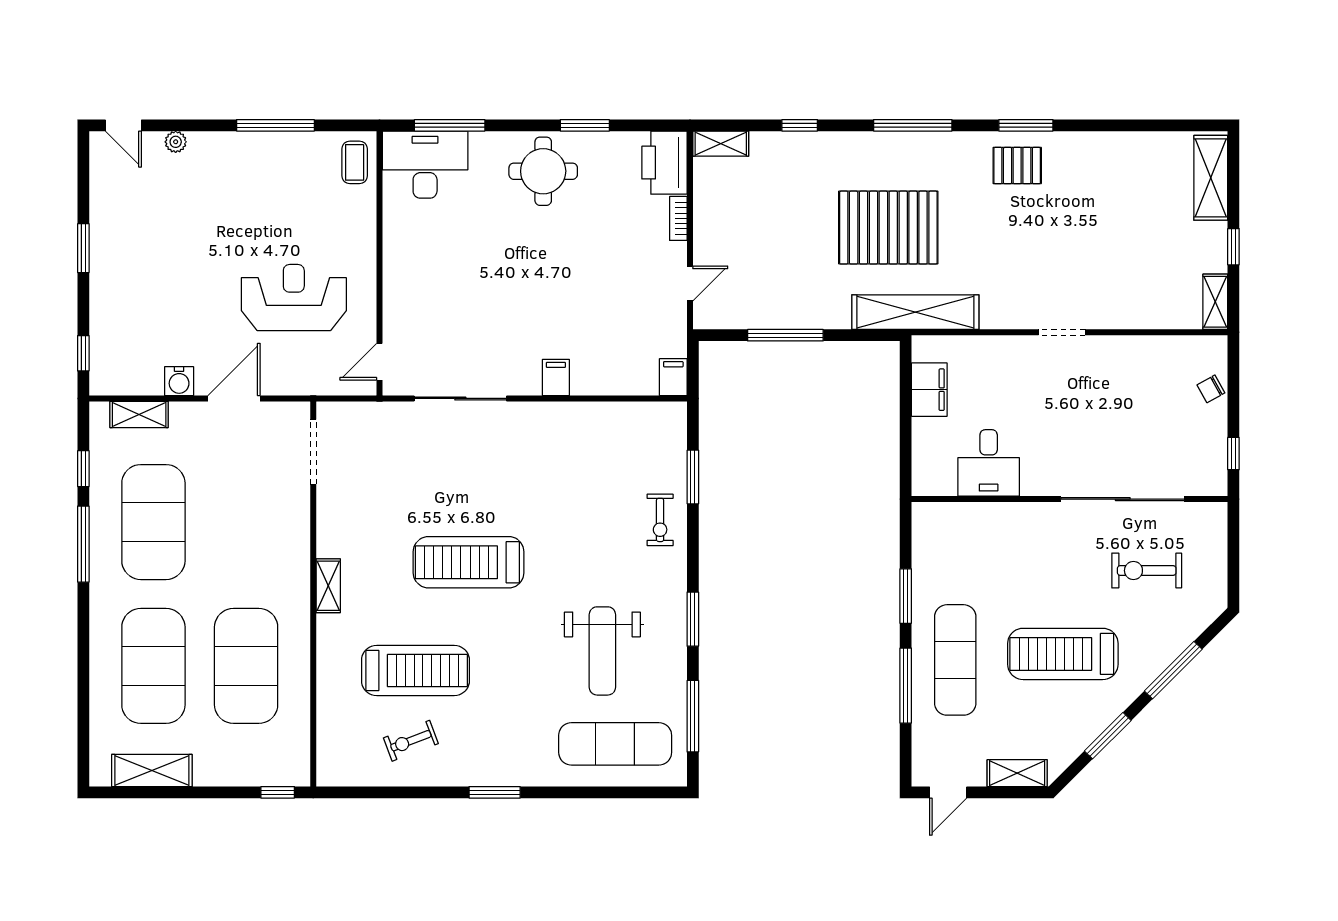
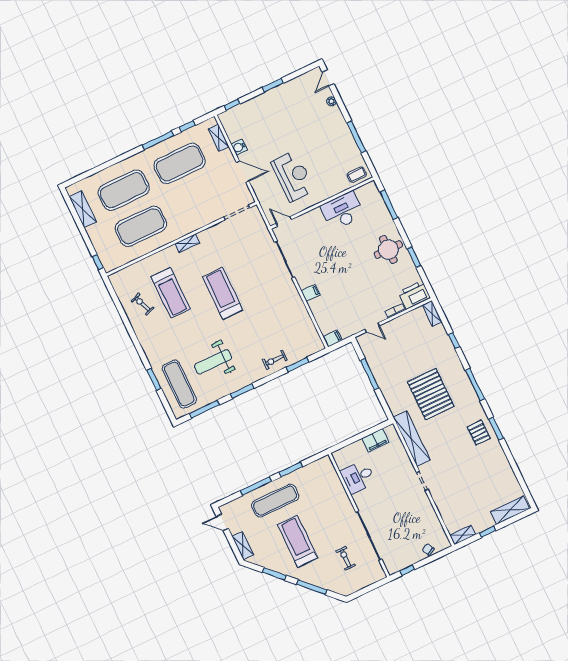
desk: (425, 165) -> (342, 211), moved, turned -90
shelving: (915, 312) -> (412, 439), moved
exercise bike: (1147, 571) -> (346, 558), width x0.73, depth x0.72
window: (495, 792) -> (154, 379), moved

